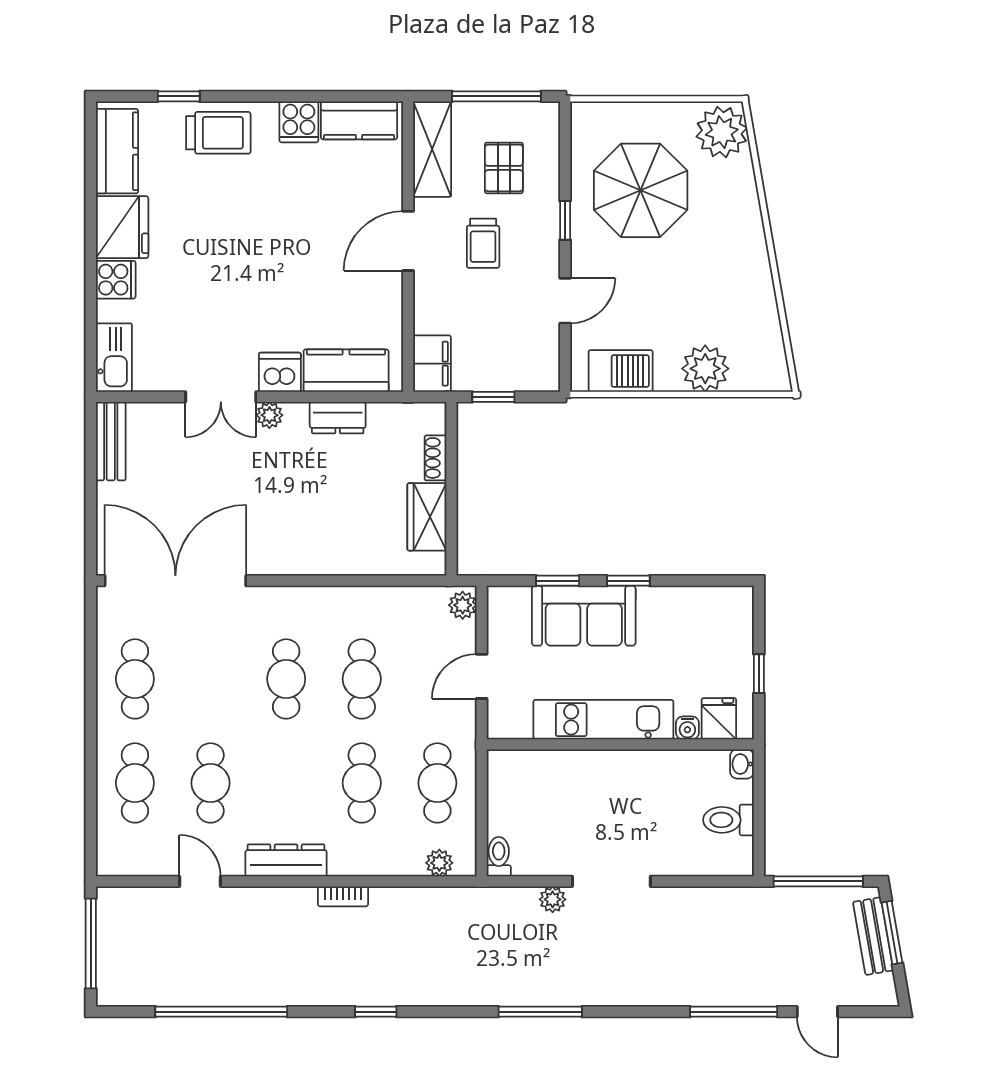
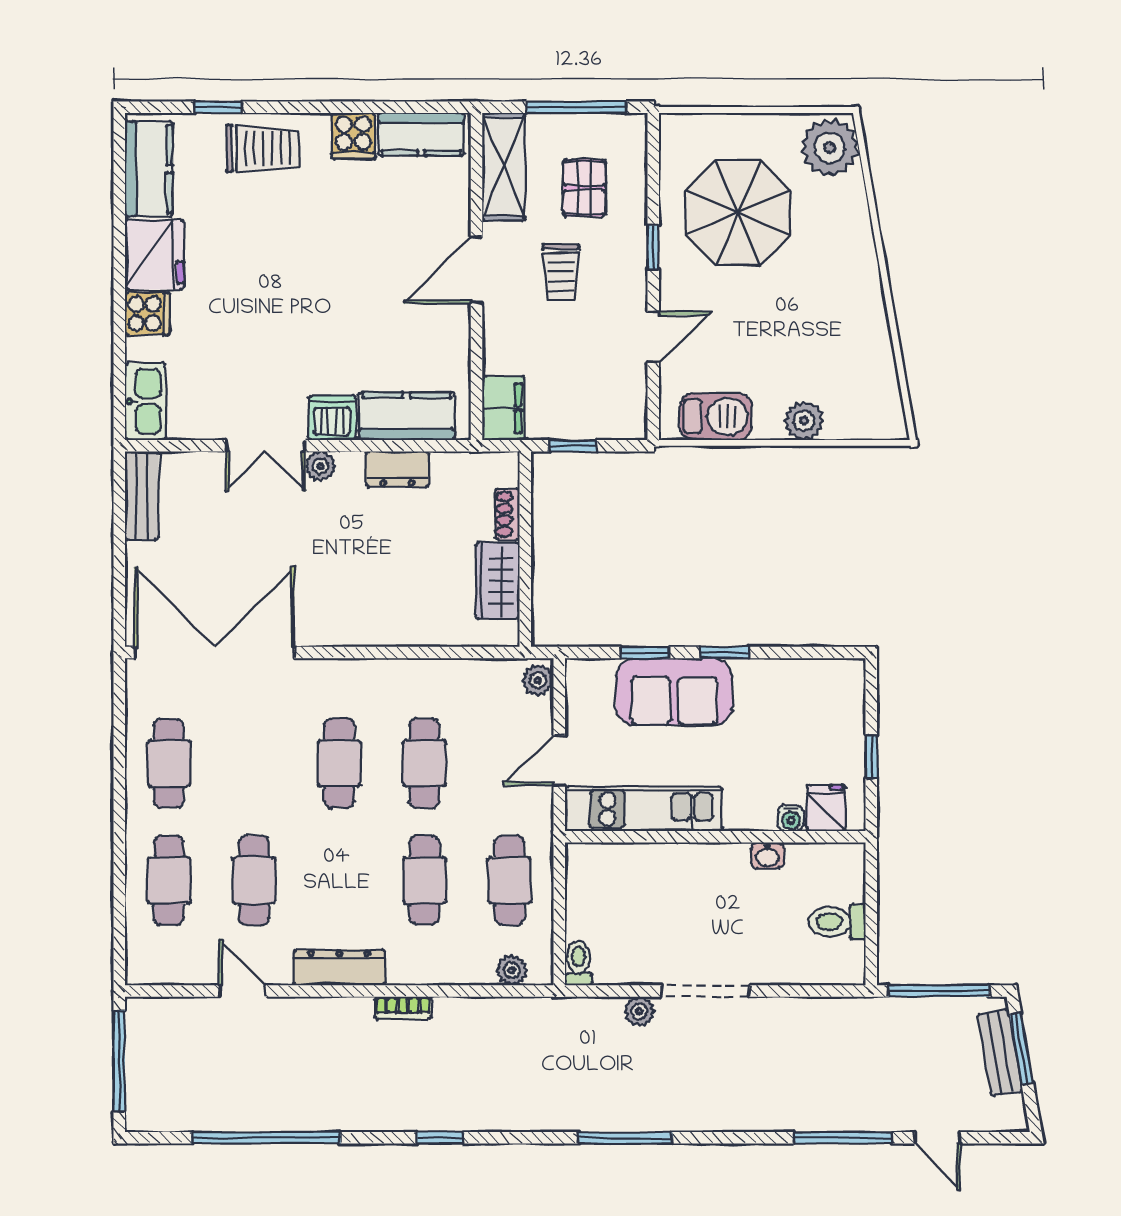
plant: (705, 369) -> (804, 421), width x0.73, depth x0.73
kitchen unit: (603, 720) -> (644, 809), moved
washbasin: (742, 764) -> (767, 856), moved, turned -90

